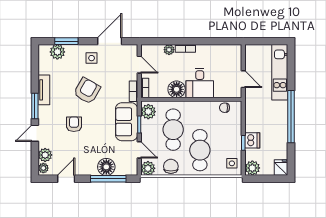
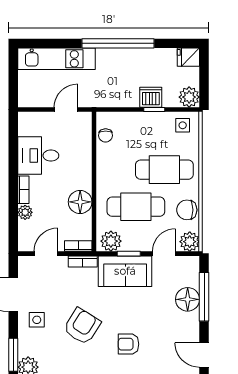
desk: (200, 83) -> (38, 156), moved, turned 180
armchair: (87, 91) -> (82, 326), turned 92

